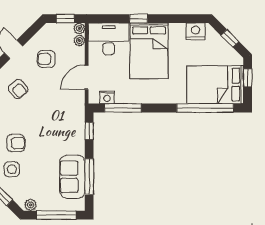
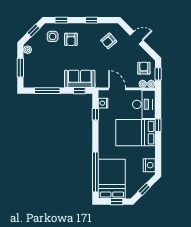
armchair: (46, 59) -> (144, 68), moved
window: (123, 108) -> (95, 114), width x0.46
sofa: (72, 177) -> (80, 79), moved
window: (56, 215) -> (20, 68), width x0.69

